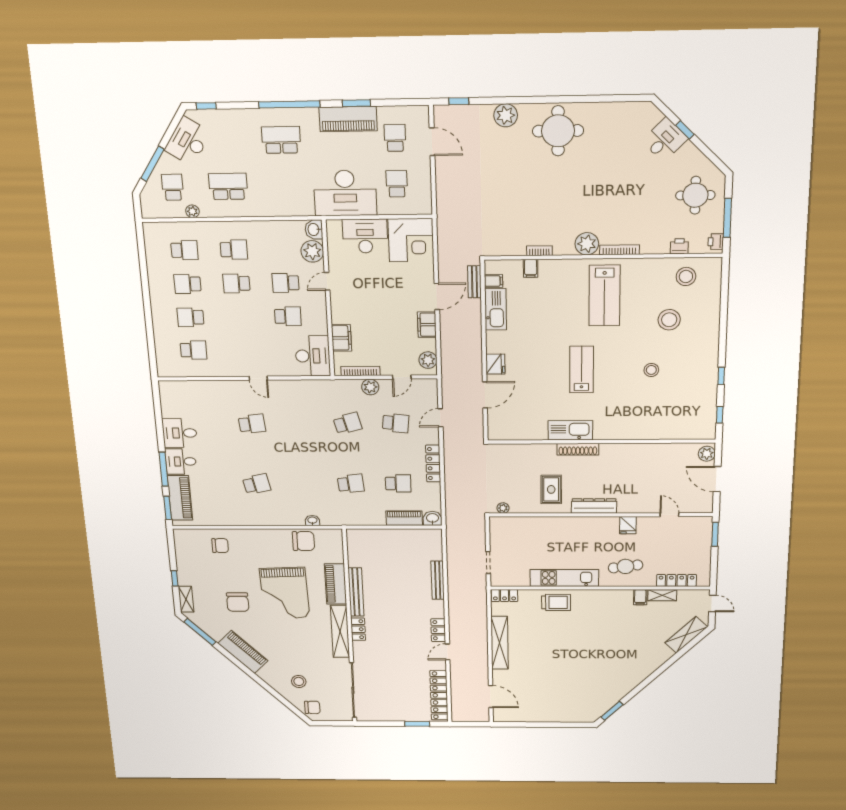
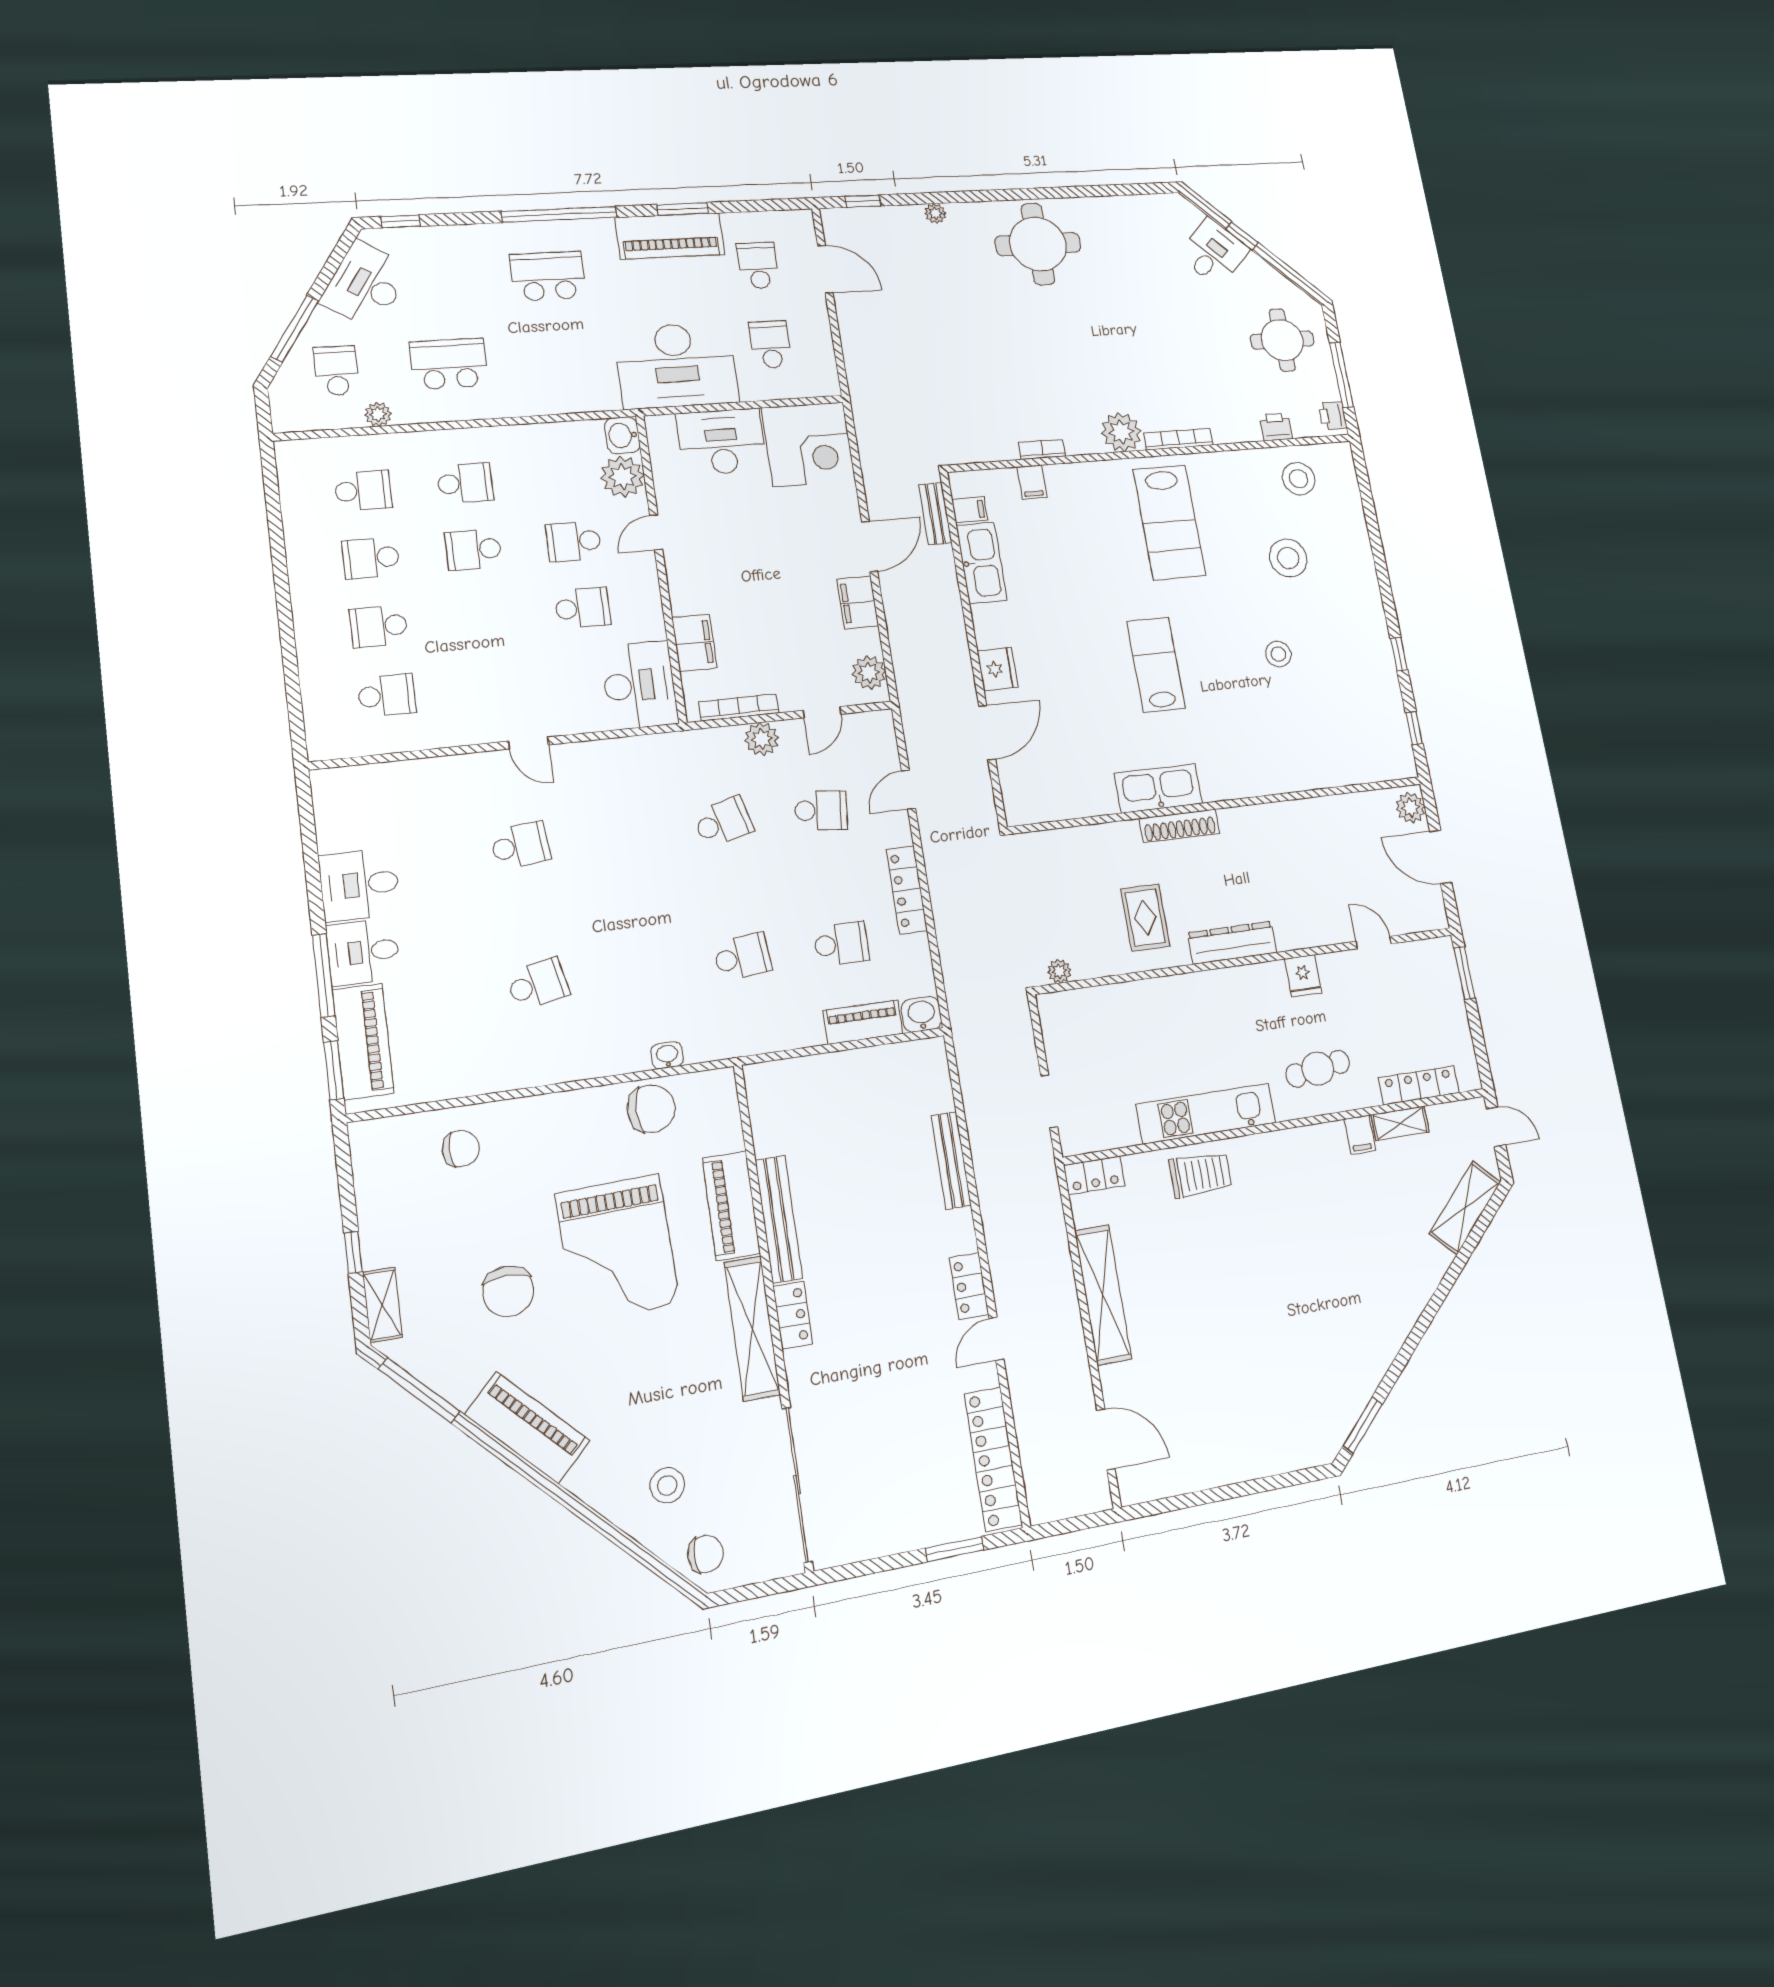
plant: (506, 115) -> (935, 213), width x0.53, depth x0.53

